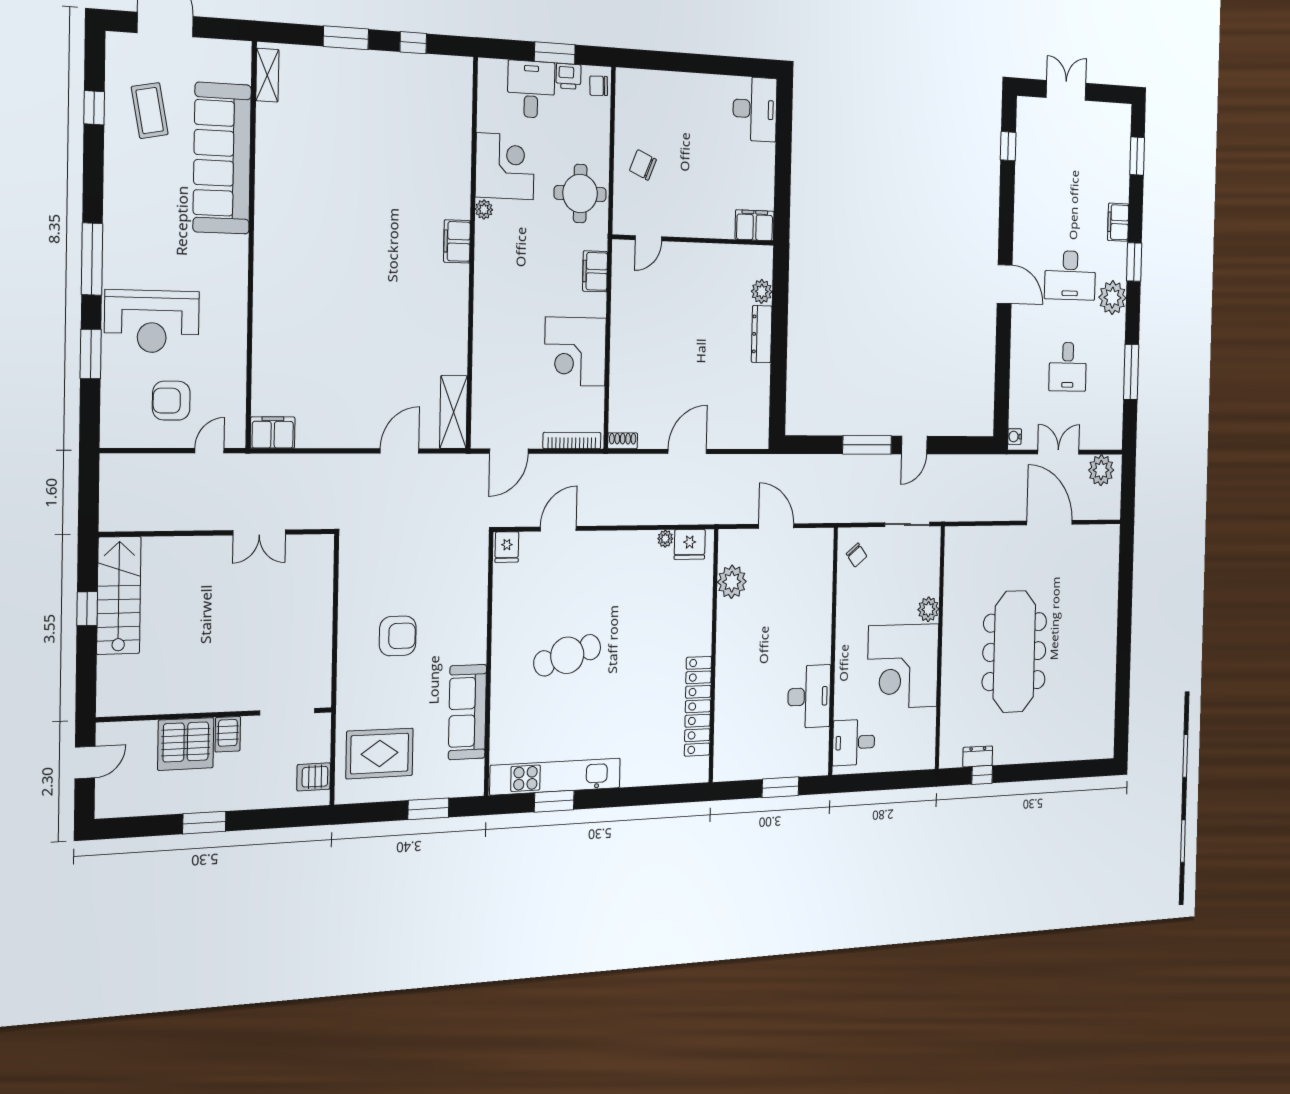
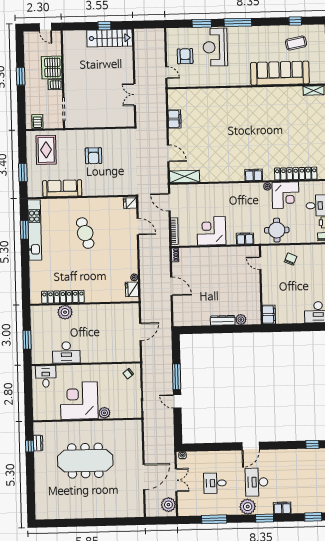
locker: (458, 137) -> (296, 174), added
filing cabinet: (273, 432) -> (174, 119), moved
plant: (732, 582) -> (65, 312), moved

